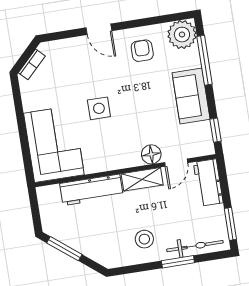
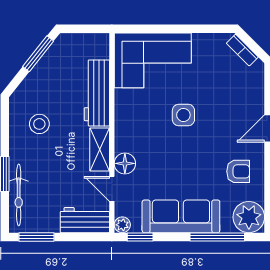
sofa: (191, 96) -> (181, 216), width x1.36
plant: (207, 148) -> (122, 225), added
stool: (144, 239) -> (39, 124), moved

